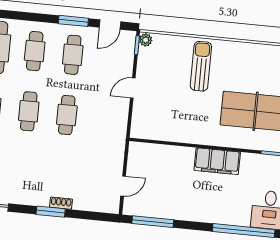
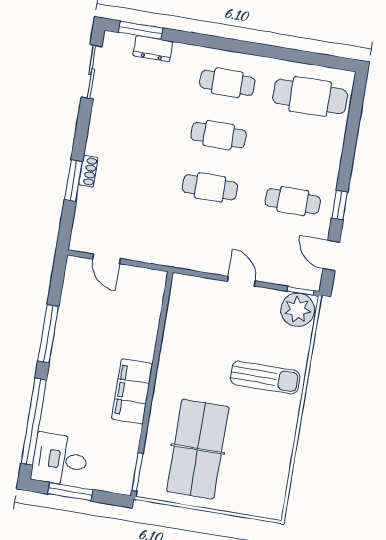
window: (73, 21) -> (340, 205), width x0.67
plant: (146, 40) -> (298, 310), width x1.88, depth x1.88
cafe table: (35, 51) -> (301, 149), removed
window: (51, 212) -> (74, 181), moved
window: (153, 222) -> (48, 334), moved

